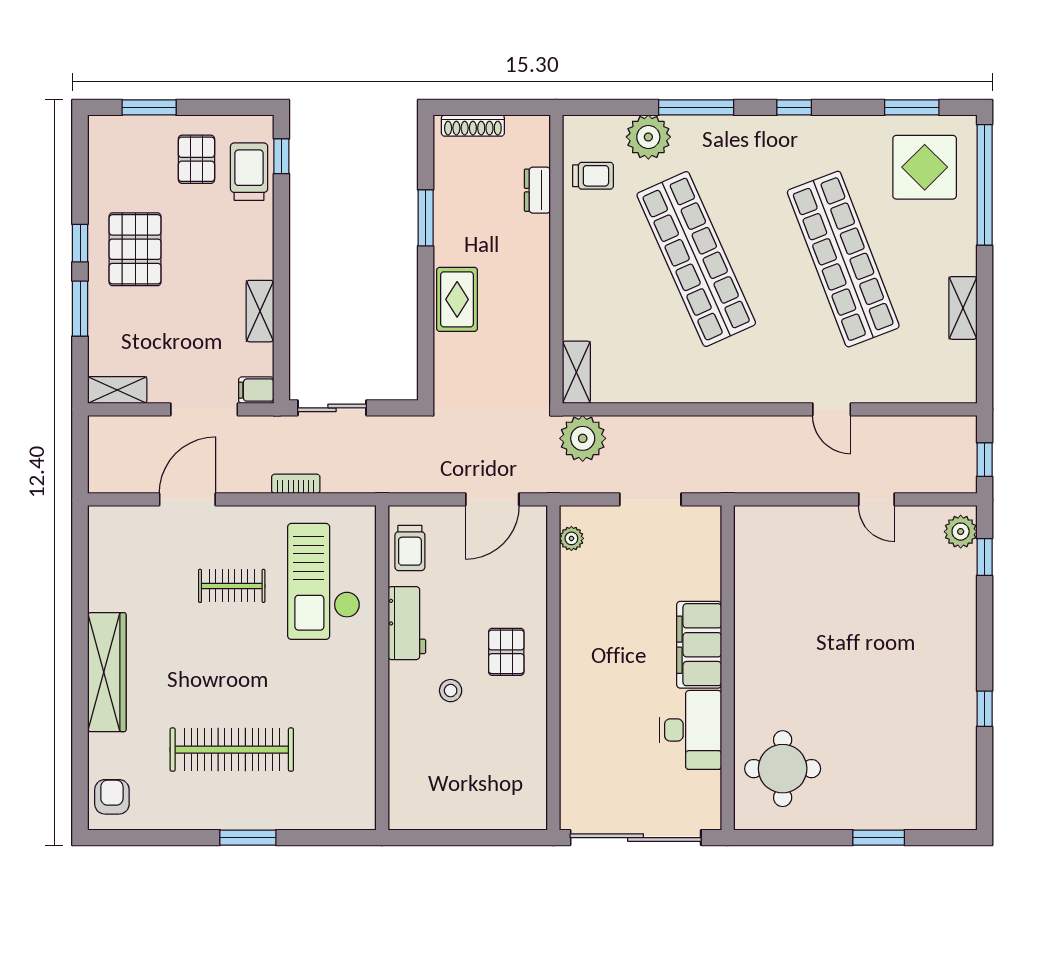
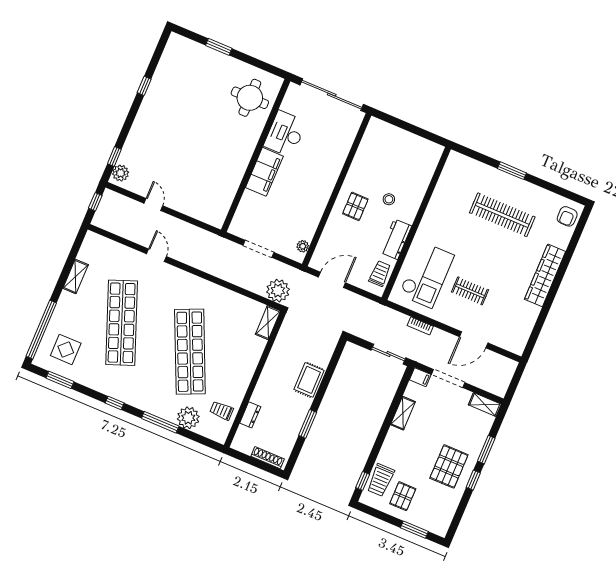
display table: (925, 167) -> (66, 349), width x0.73, depth x0.73

